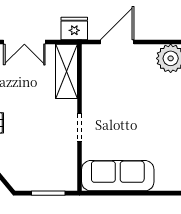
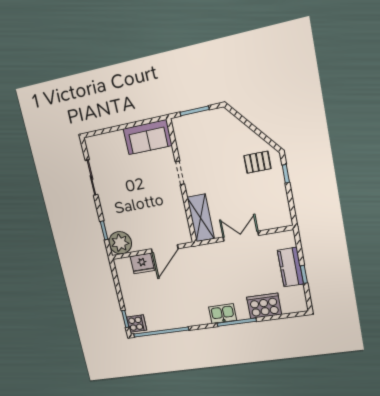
fridge: (74, 28) -> (142, 263), moved
sofa: (118, 176) -> (148, 137), width x0.73

